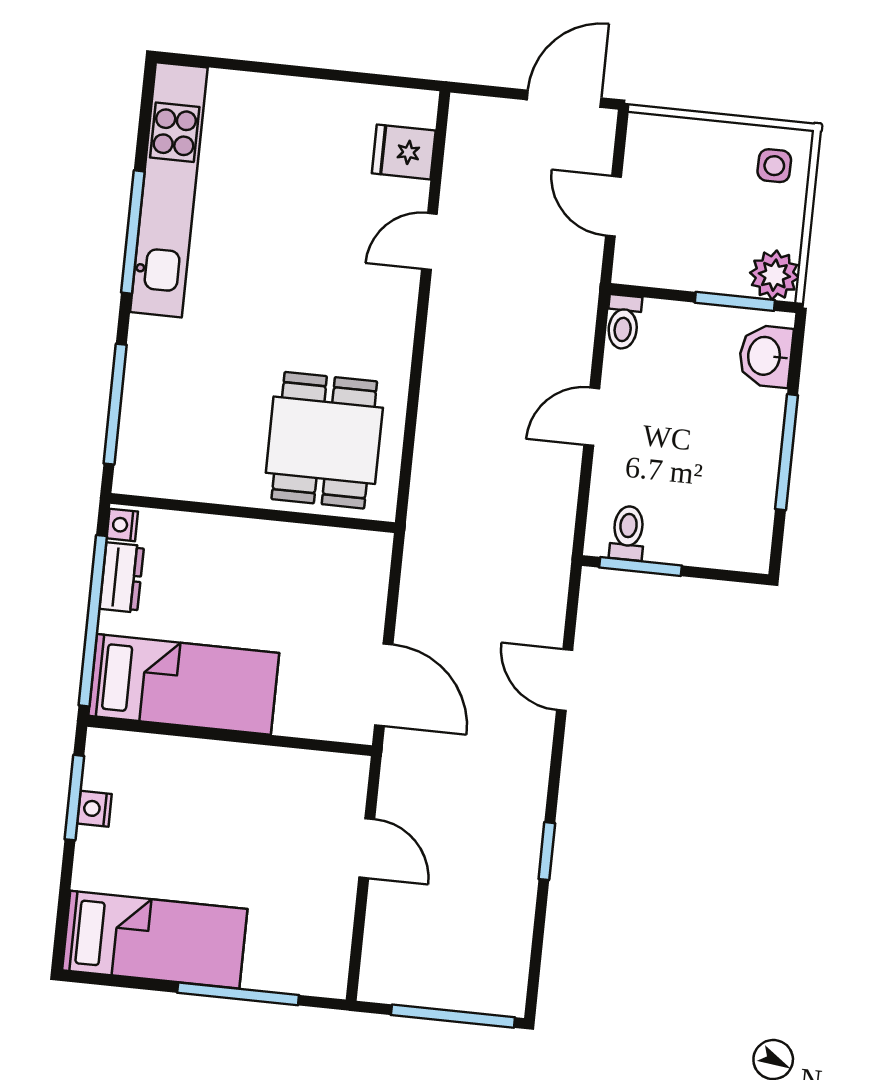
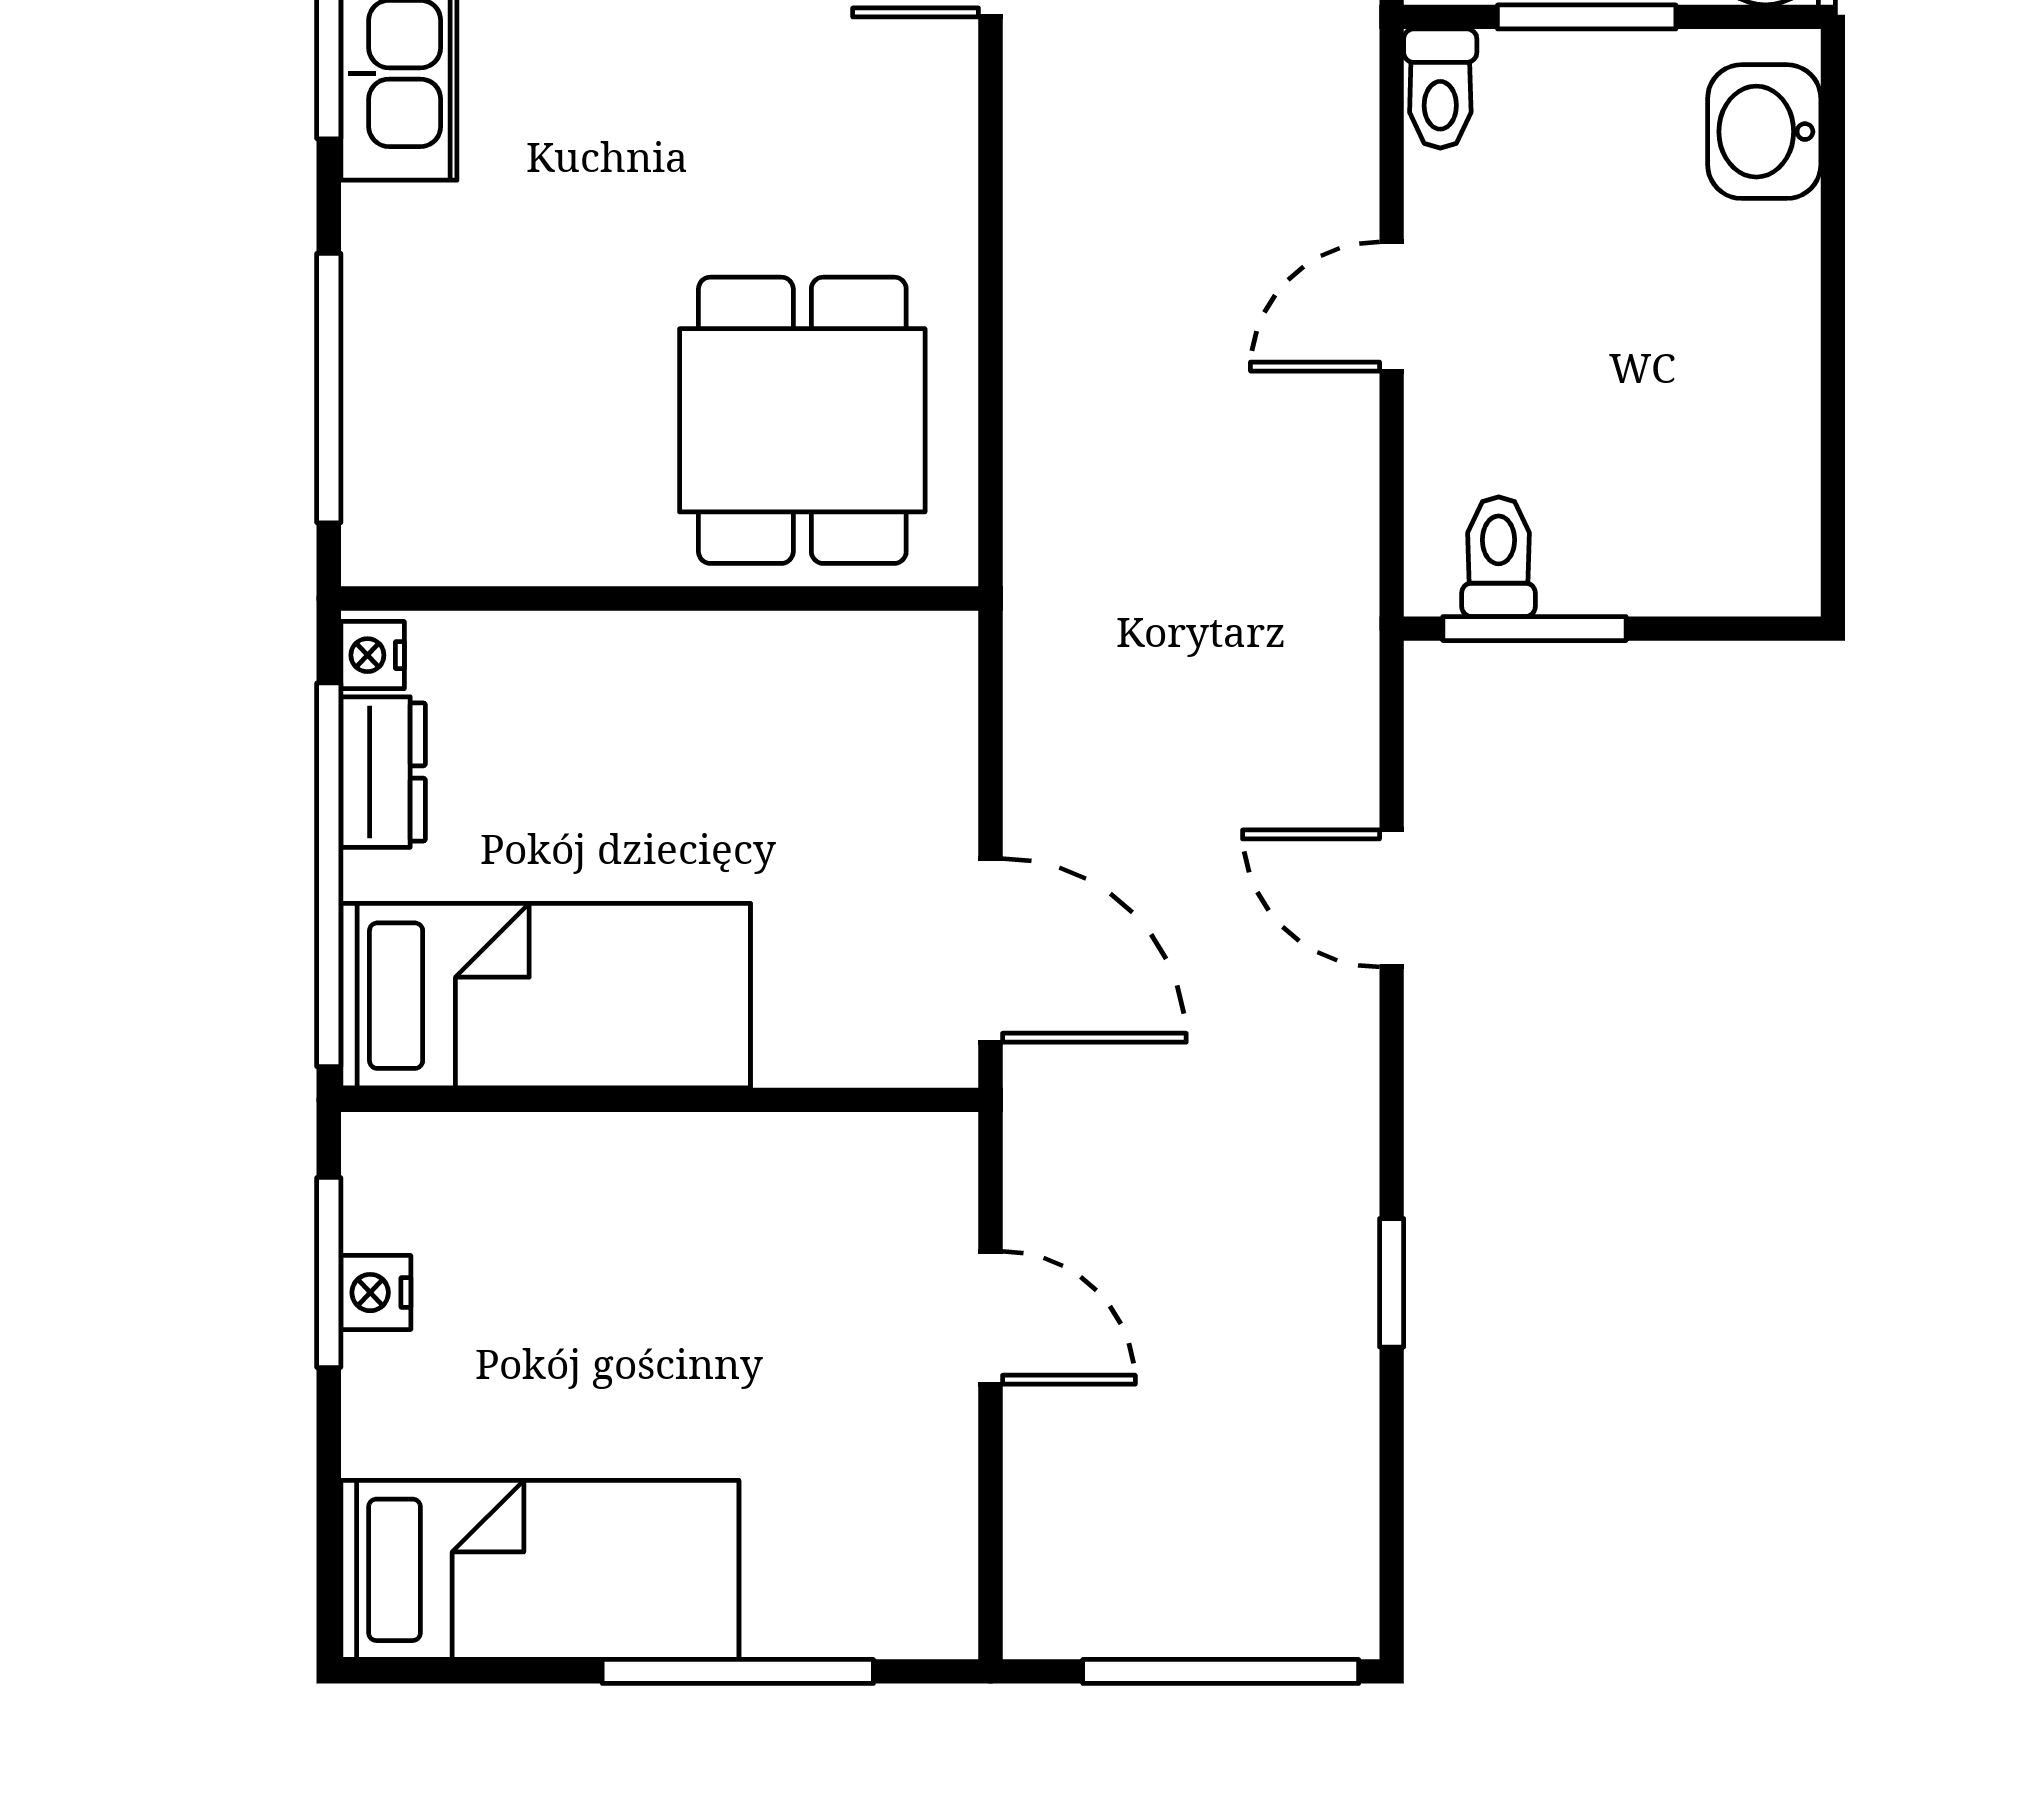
window: (735, 301) -> (1587, 17), moved
window: (786, 452) -> (1833, 340), removed

